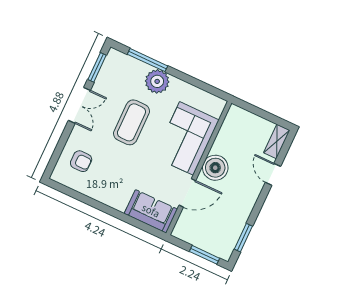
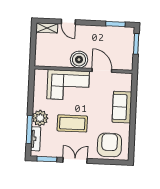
tv unit: (131, 63) -> (36, 139), added
armchair: (81, 161) -> (109, 145), width x1.88, depth x1.88
door: (273, 174) -> (68, 22), hinge flipped
sofa: (151, 211) -> (122, 107), moved

